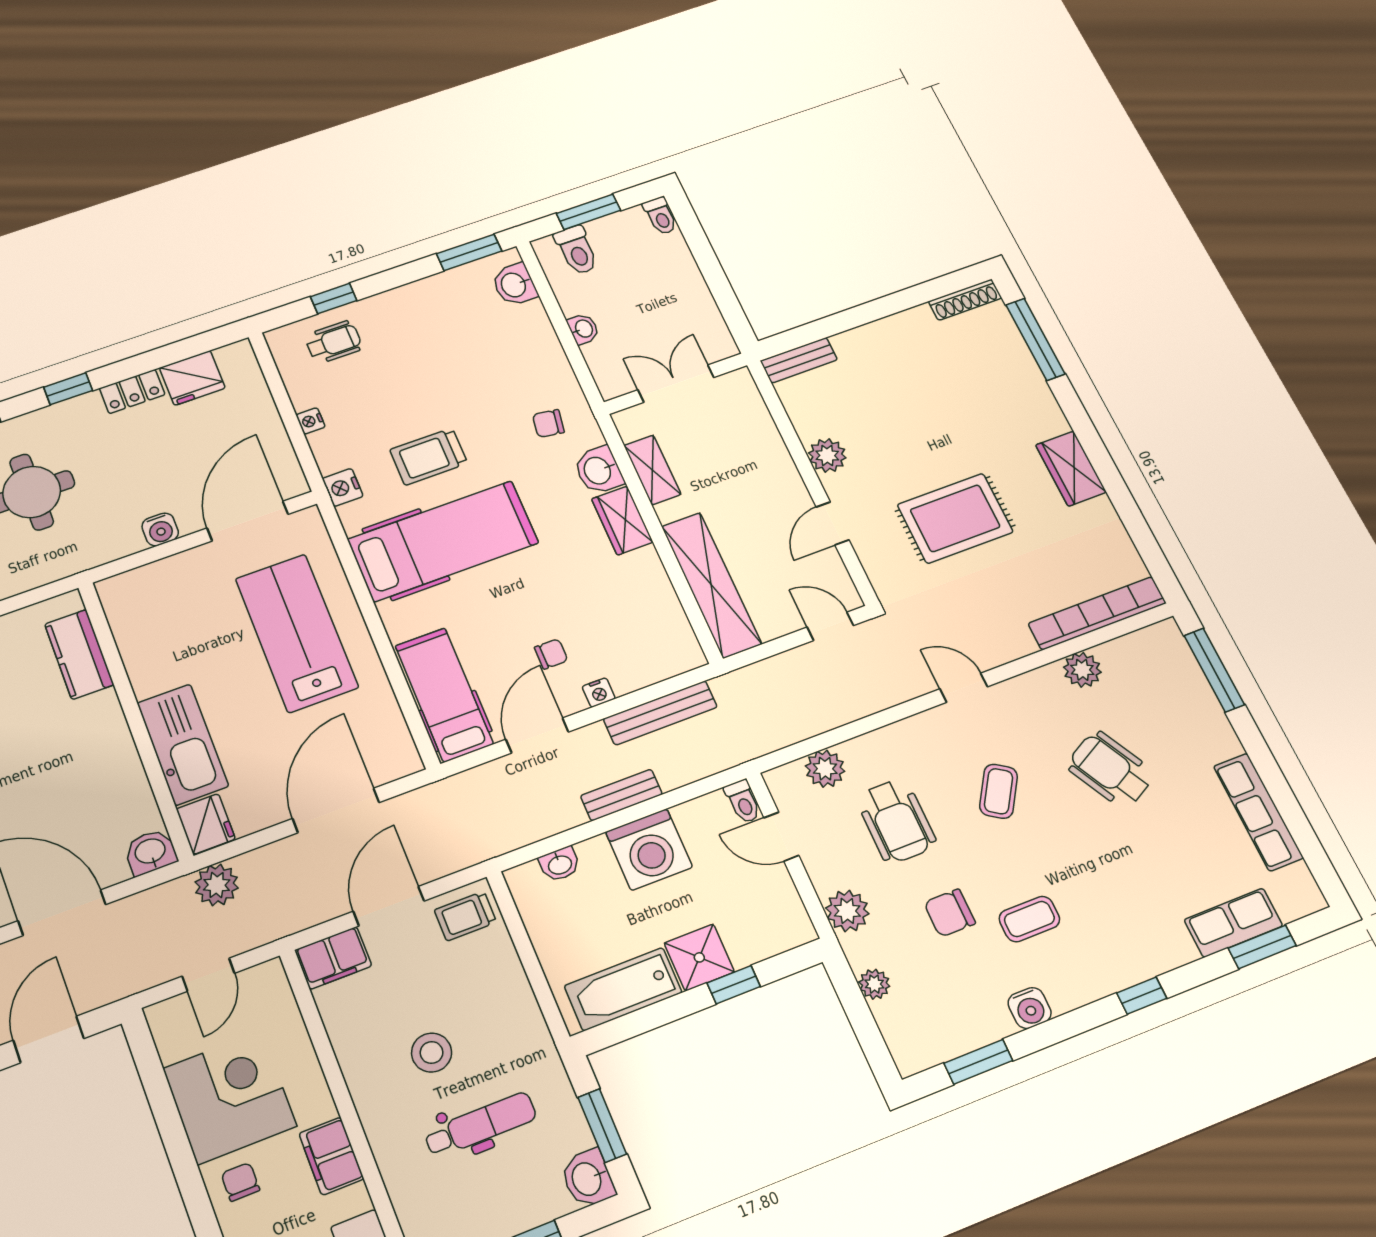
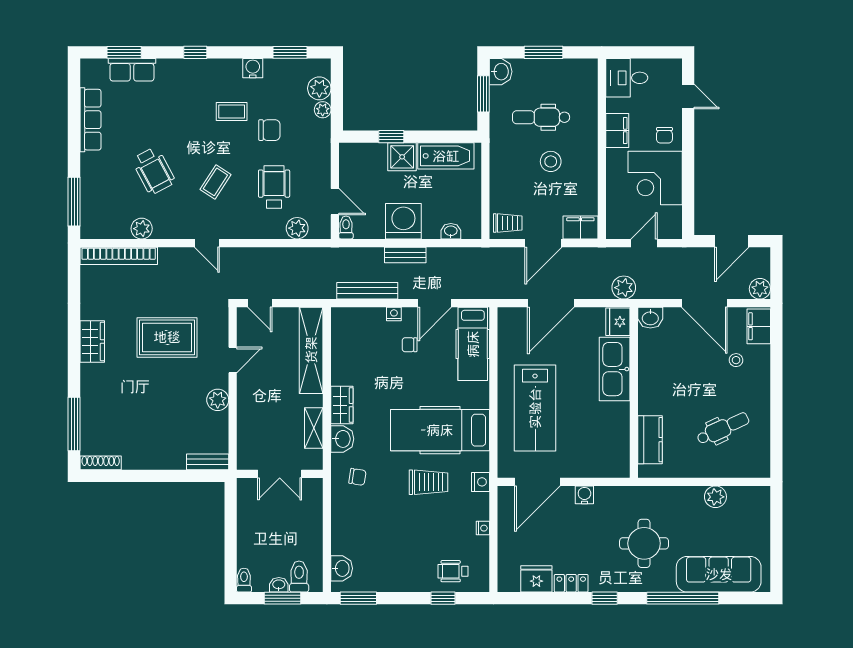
washbasin: (583, 329) -> (279, 585), moved, turned 90
plant: (847, 911) -> (319, 88), moved

